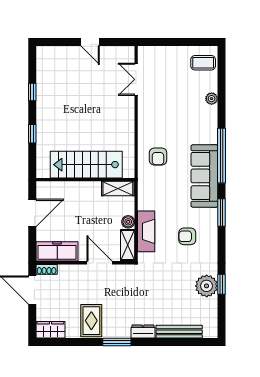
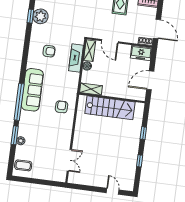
door: (90, 42) -> (113, 191), moved
window: (221, 213) -> (15, 135), moved
freezer: (57, 251) -> (141, 53), width x0.71

